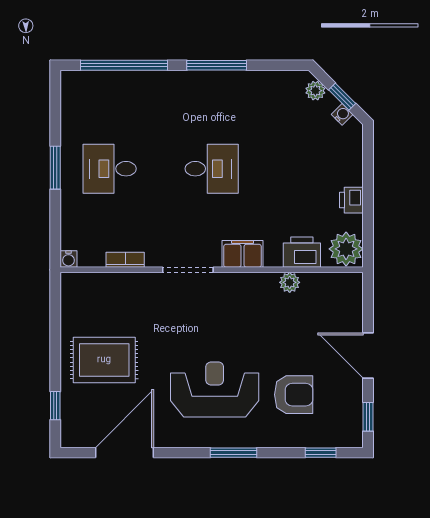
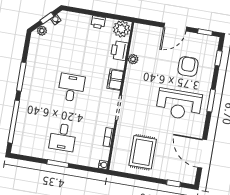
rug: (104, 360) -> (143, 152), moved
reception desk: (215, 390) -> (179, 105), turned -90

